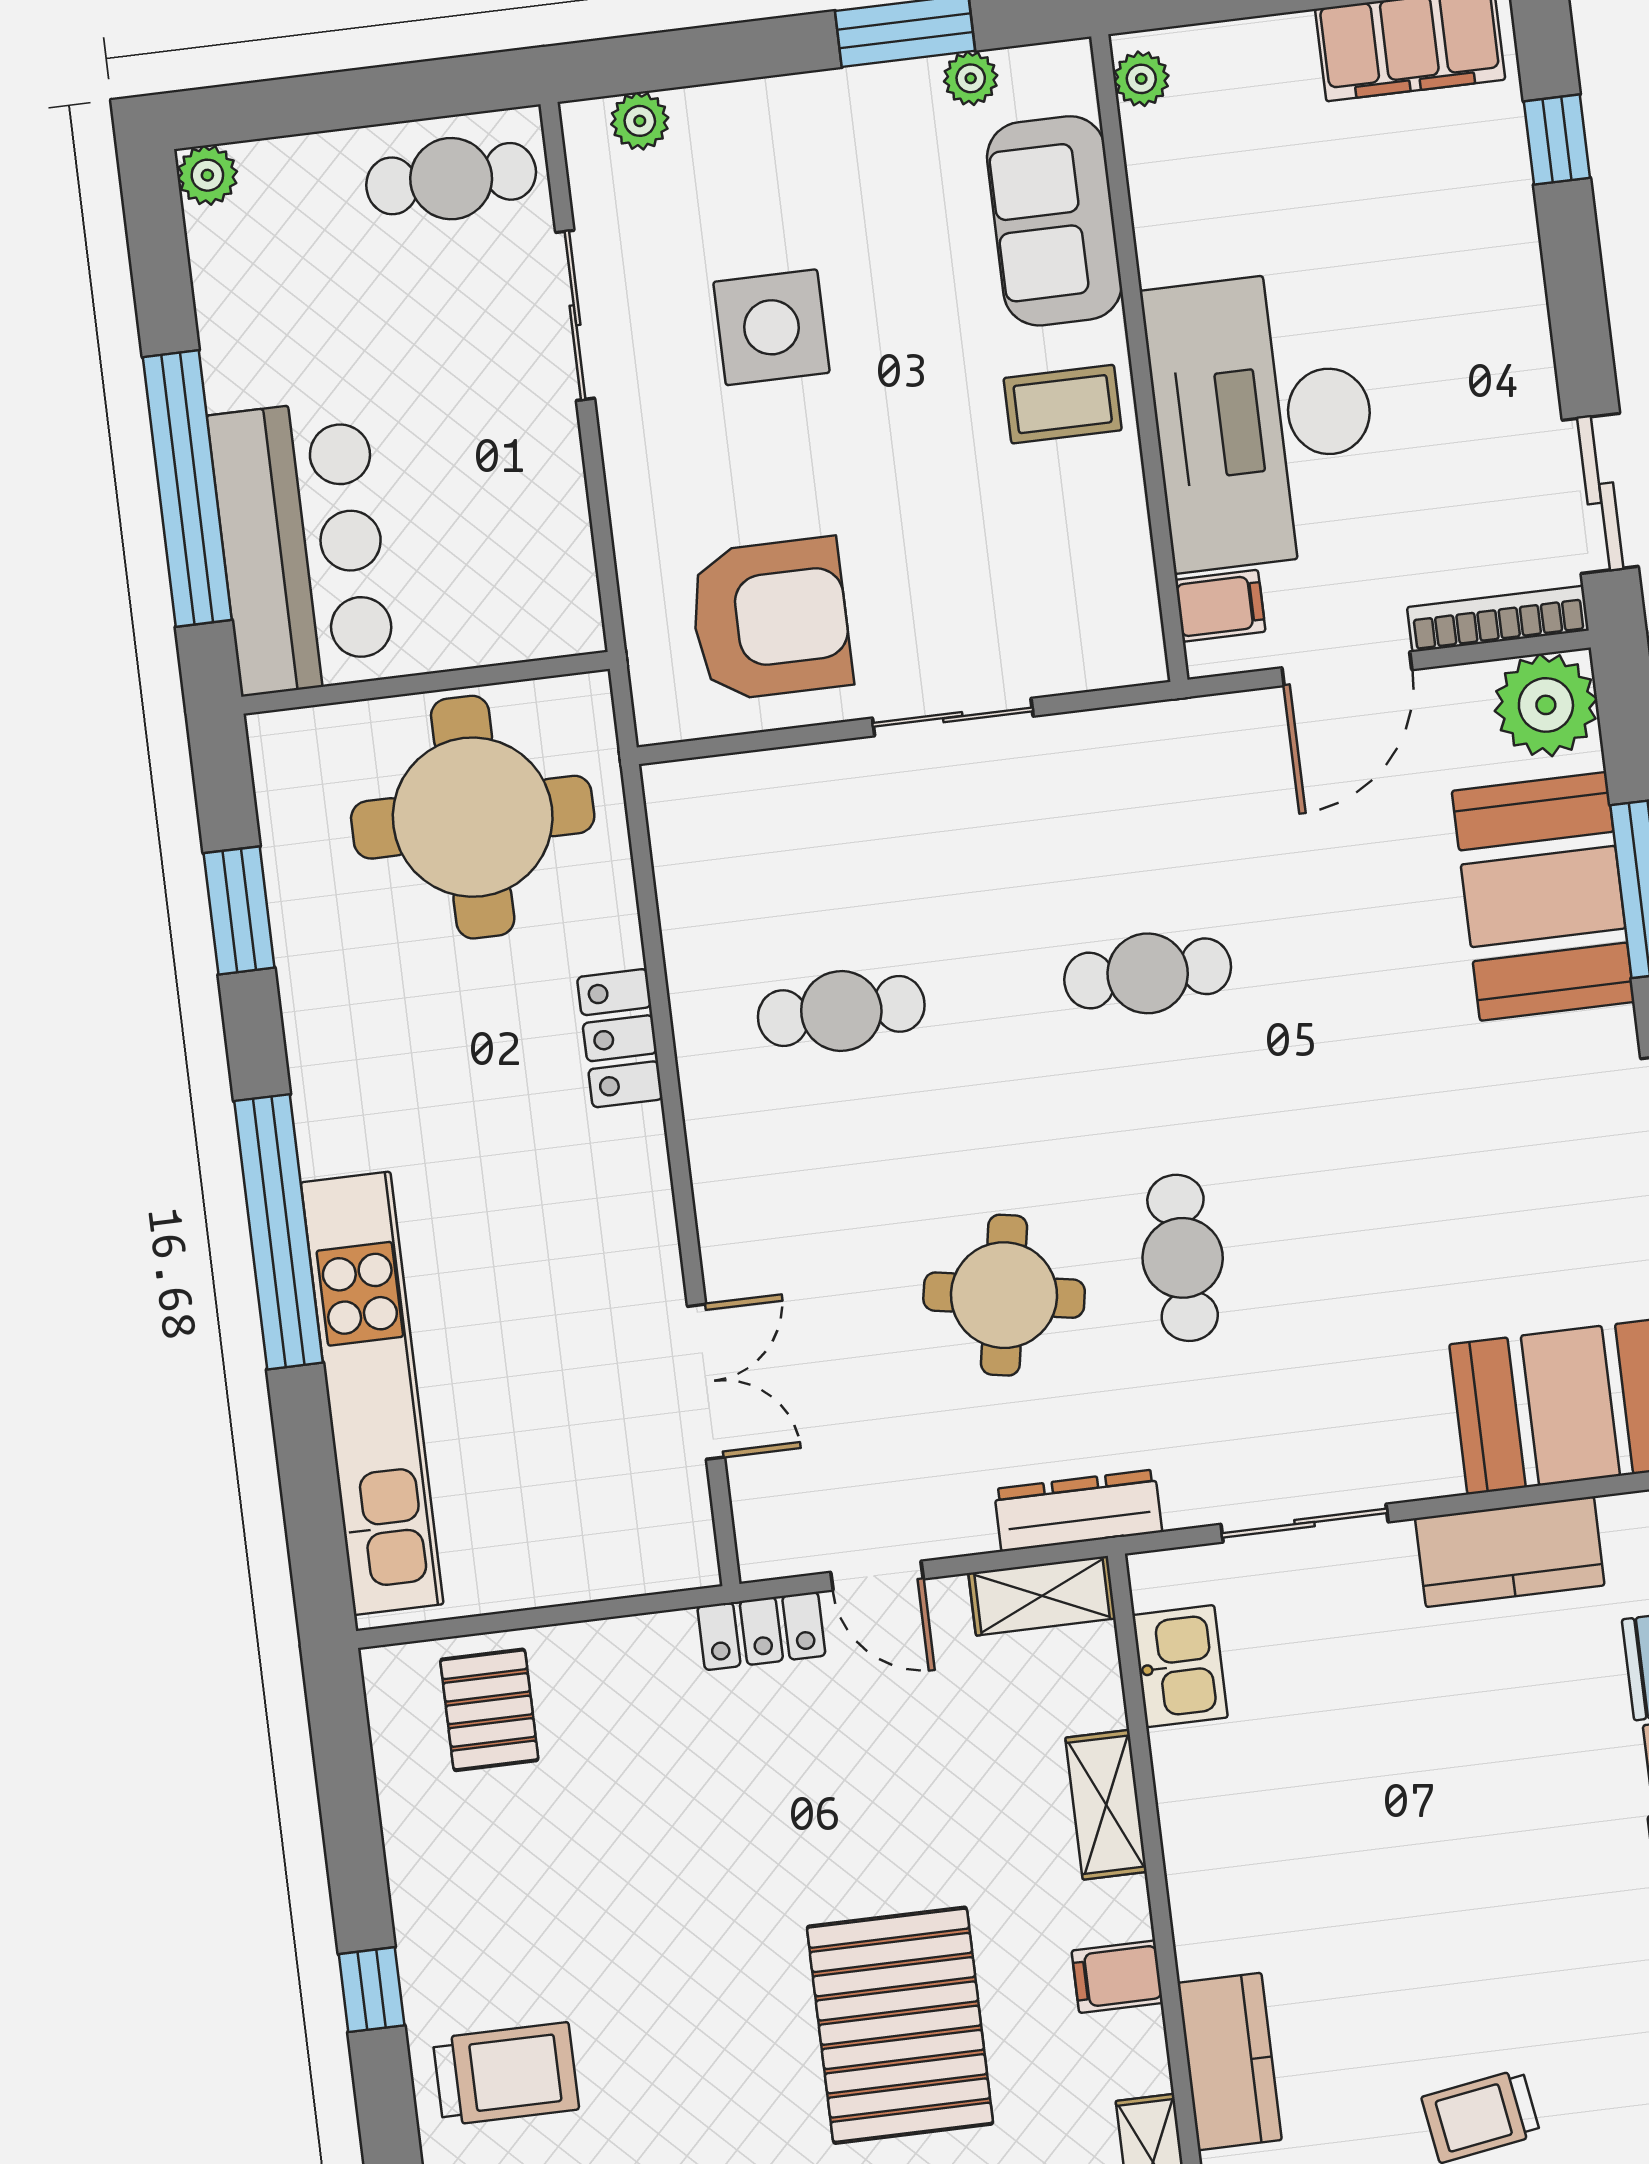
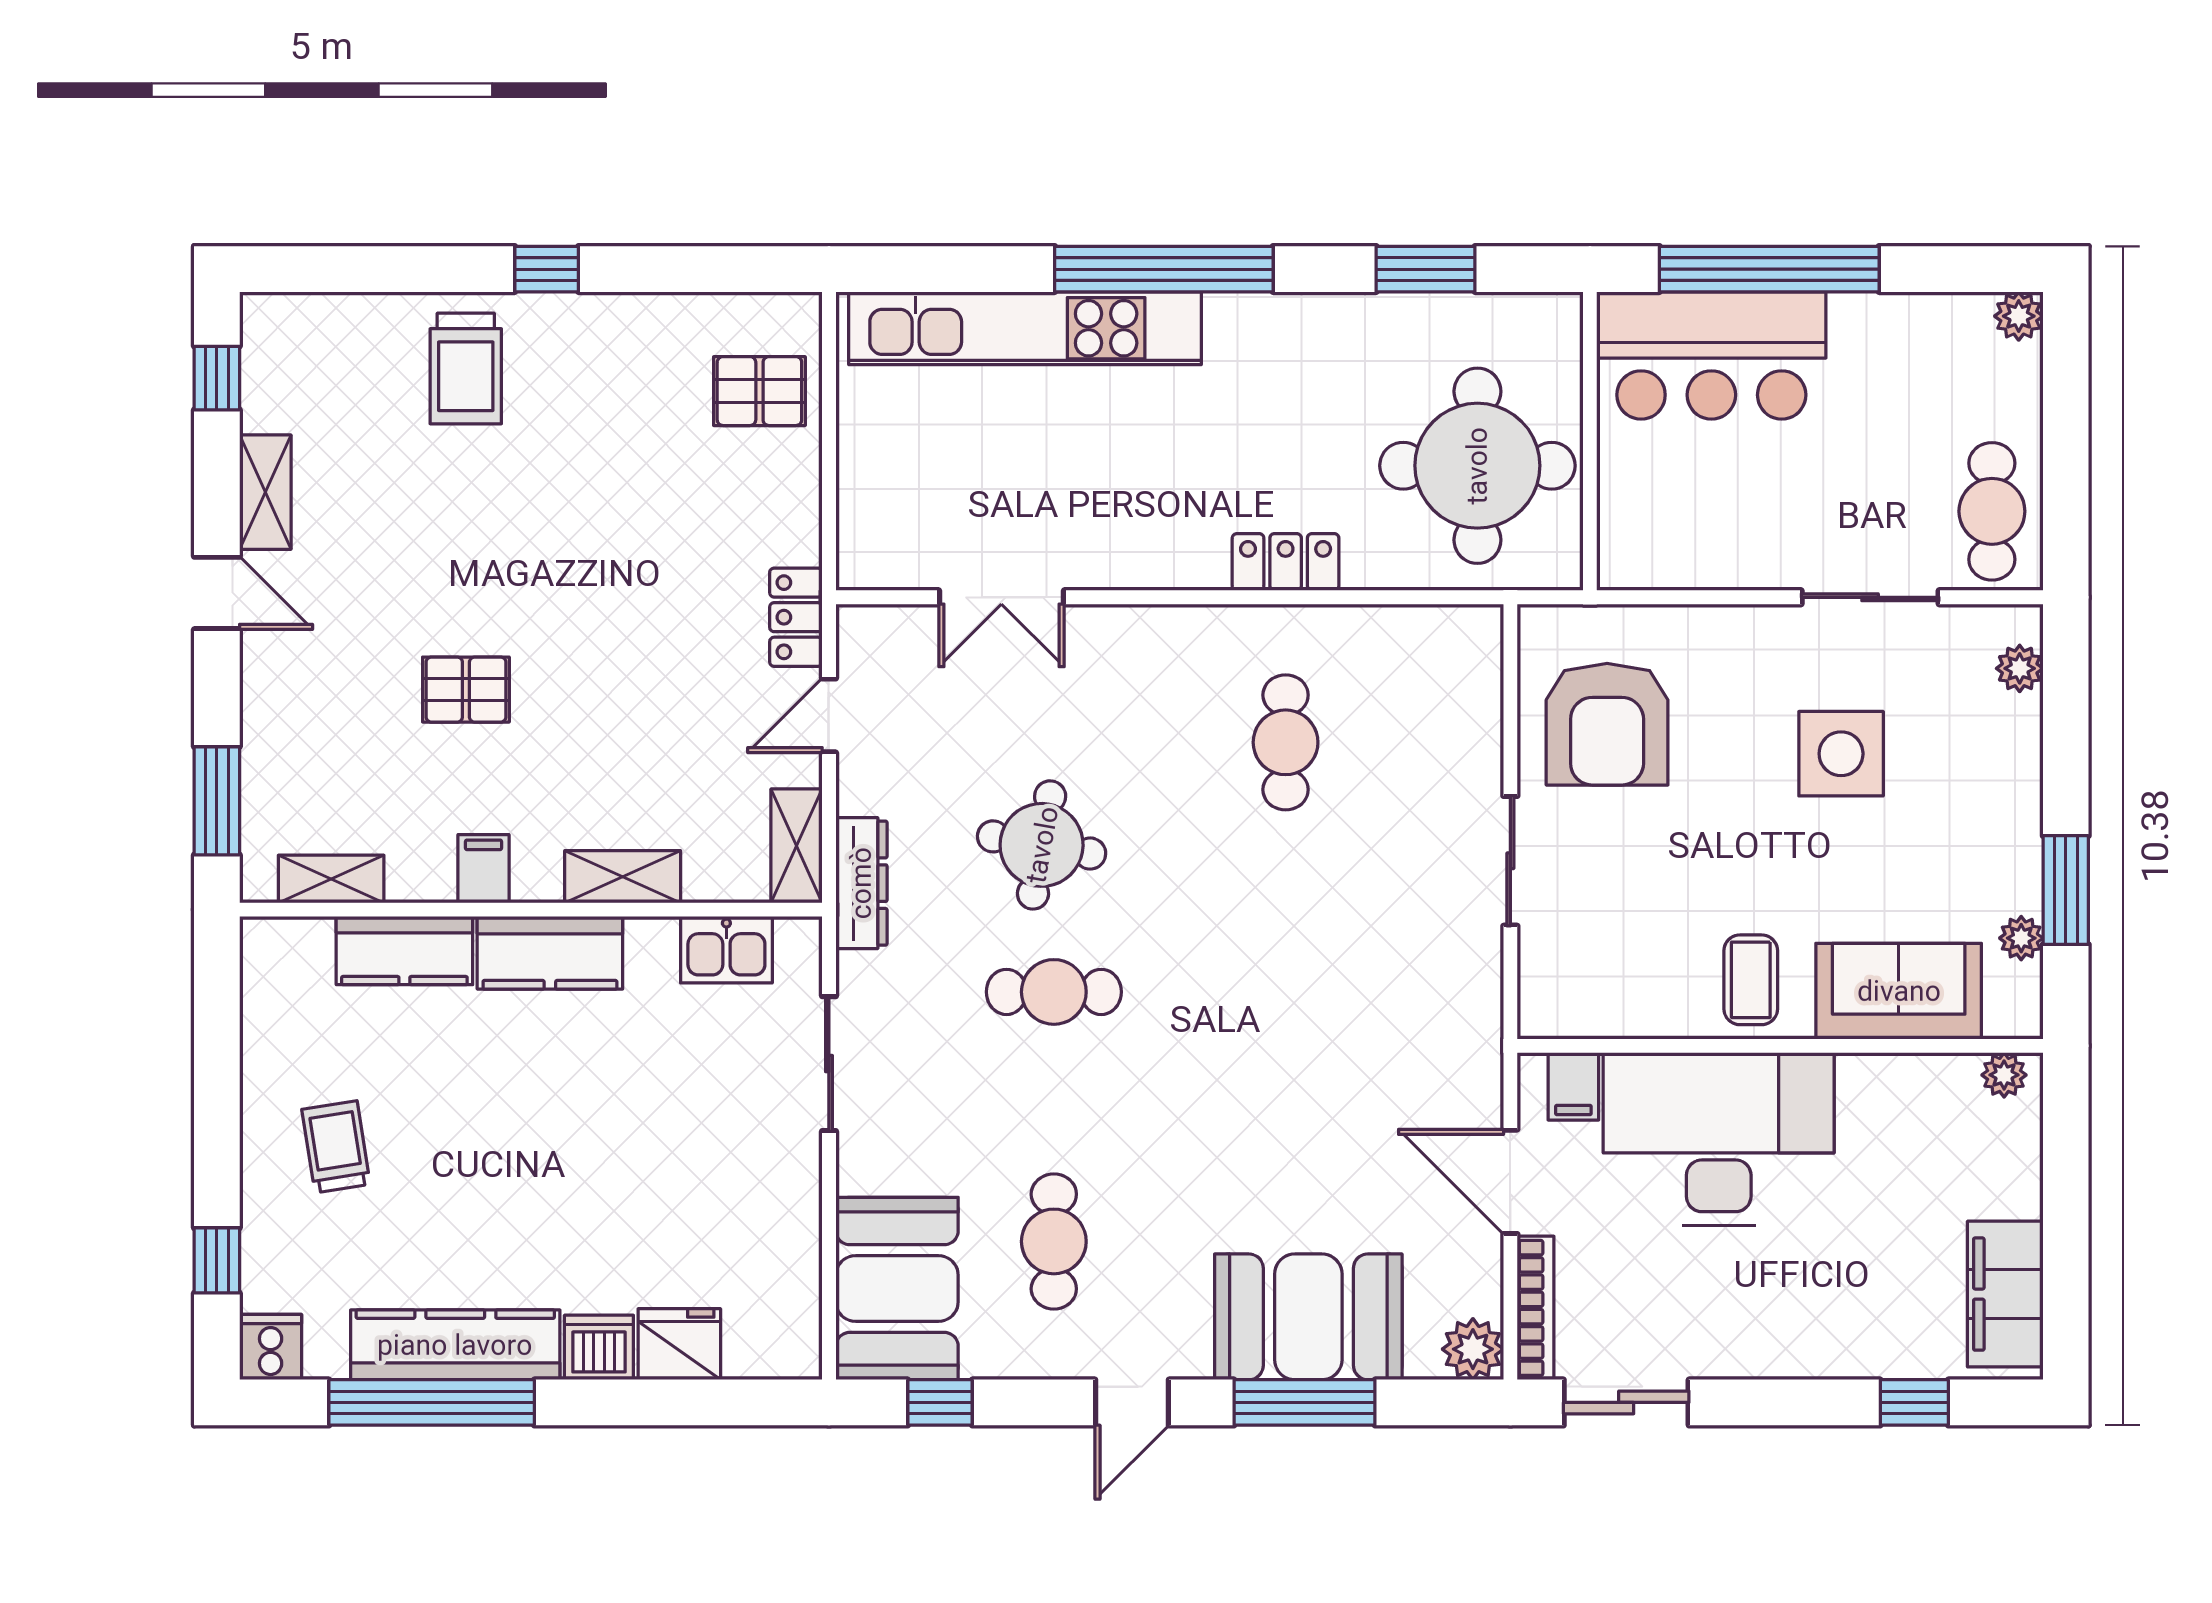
plant: (1546, 705) -> (1473, 1349), width x0.73, depth x0.73
cafe table: (1148, 973) -> (1054, 1241), moved
kitchen counter: (1510, 1552) -> (550, 953), moved, turned -90
pallet: (900, 2025) -> (466, 690), width x0.49, depth x0.50

